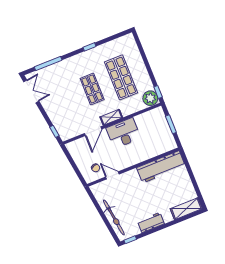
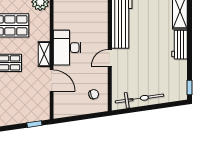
door: (112, 175) -> (110, 58), moved
bicycle: (114, 217) -> (139, 99), moved
workbench: (151, 223) -> (179, 45), moved

